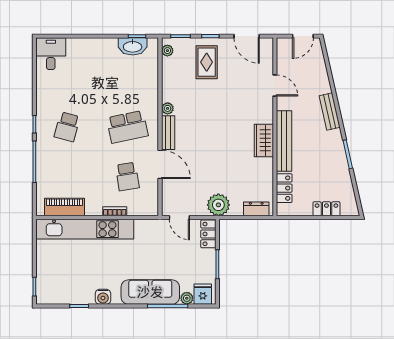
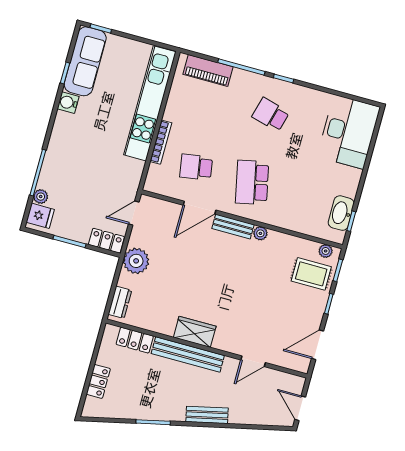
desk: (51, 54) -> (349, 132), width x1.87, depth x1.30
rug: (207, 62) -> (311, 274), moved
piano: (64, 207) -> (208, 70), moved, turned 90
bookcase: (115, 211) -> (161, 142), width x1.56
sofa: (150, 292) -> (85, 61), moved

